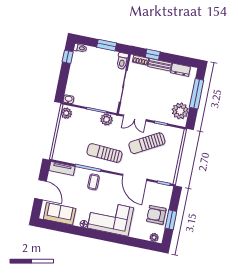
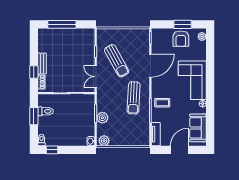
toilet: (122, 61) -> (46, 111), moved
dresser: (180, 70) -> (43, 44), removed
plant: (180, 111) -> (81, 36), removed
double door: (135, 118) -> (96, 77), swing flipped
plant: (107, 119) -> (102, 118), moved

